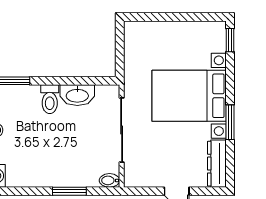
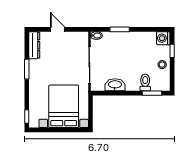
bed with nightstands: (189, 96) -> (64, 106), moved, turned -90
toilet: (50, 99) -> (145, 82), moved

